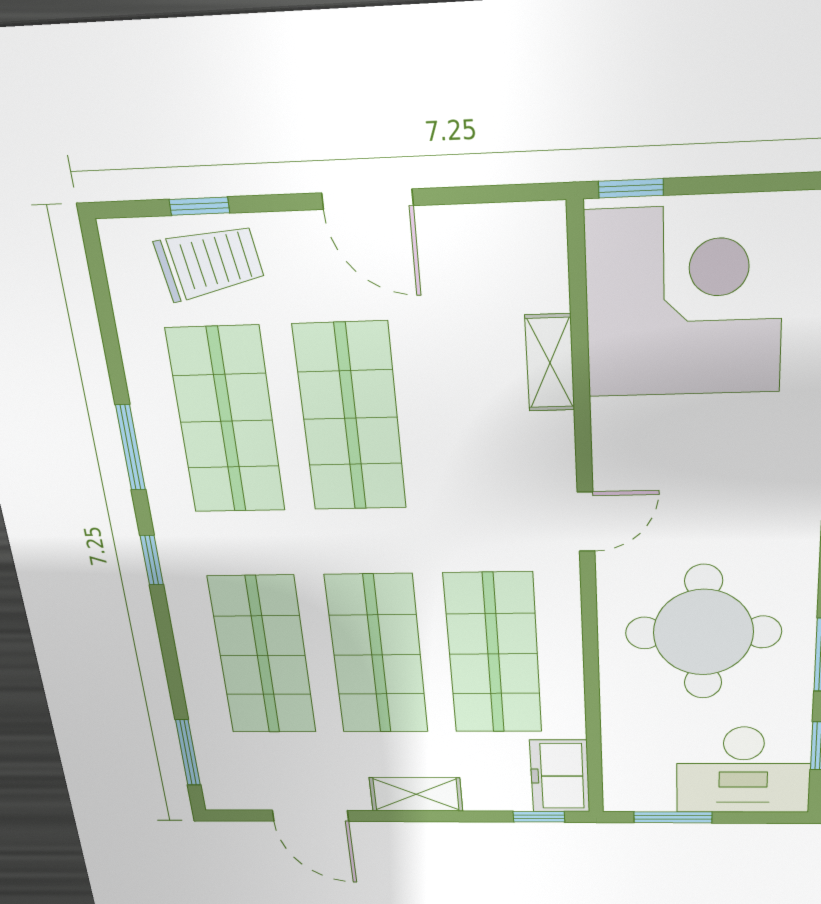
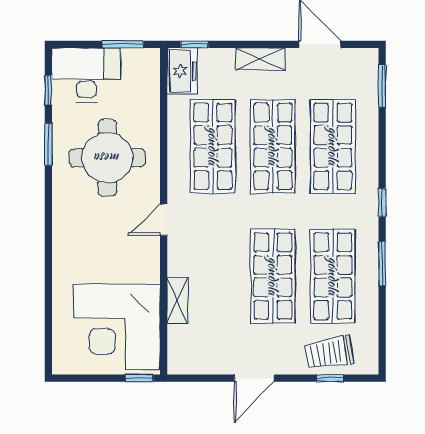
door: (367, 199) -> (254, 378), swing flipped

